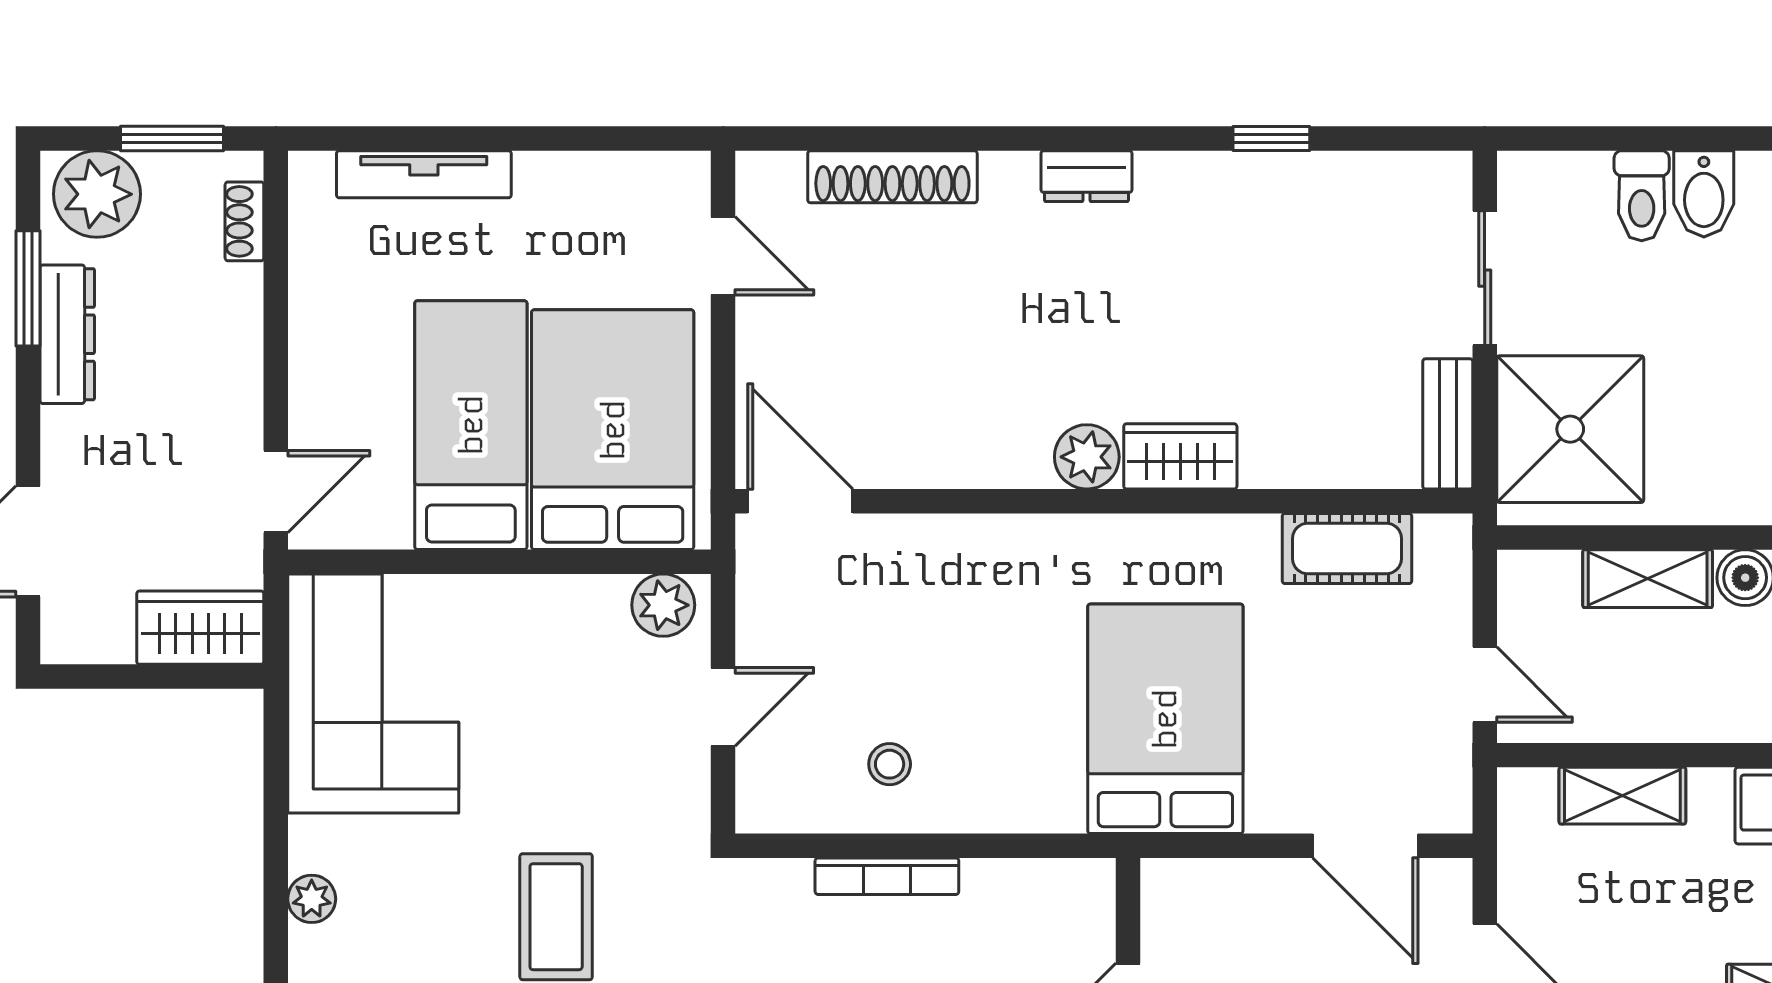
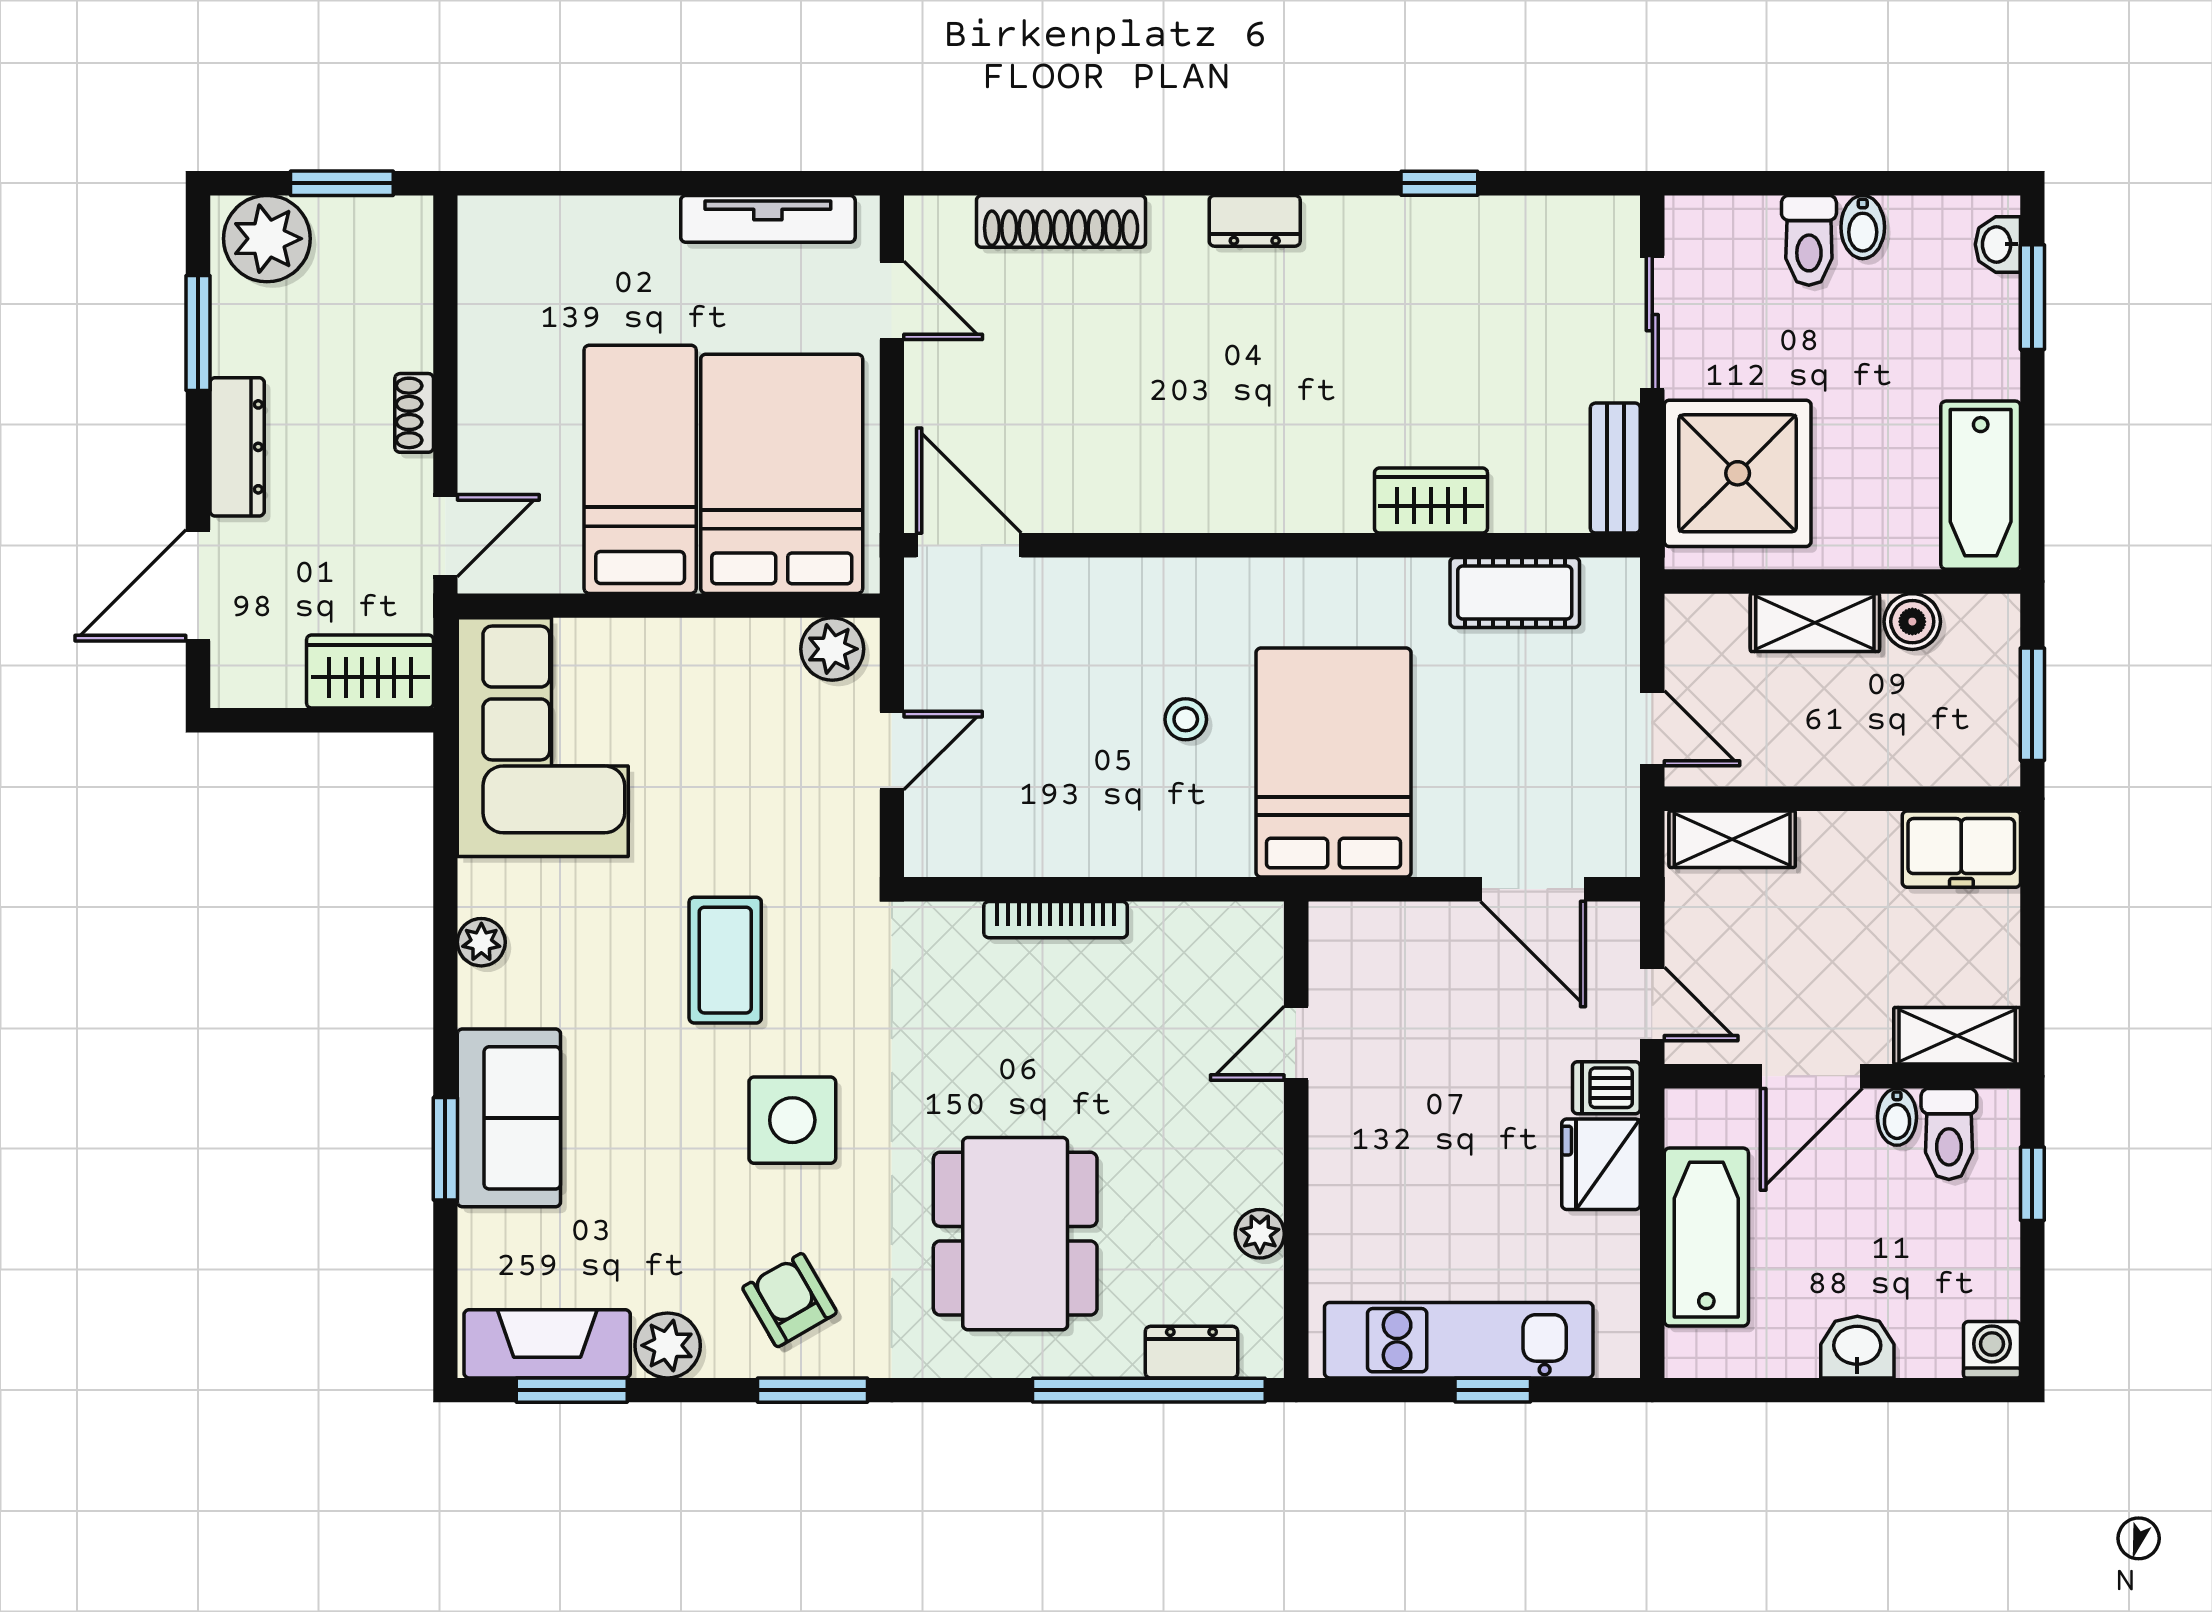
tv unit: (424, 174) -> (768, 219), moved
bidet: (1704, 194) -> (1863, 227), width x0.72, depth x0.74
shoe rack: (244, 221) -> (414, 413), moved
dresser: (67, 334) -> (237, 447), moved
wardrobe: (1180, 456) -> (1431, 501), moved
plant: (1087, 457) -> (1255, 501), removed
stool: (890, 764) -> (1186, 719), moved
shelving: (1622, 796) -> (1732, 839), moved

